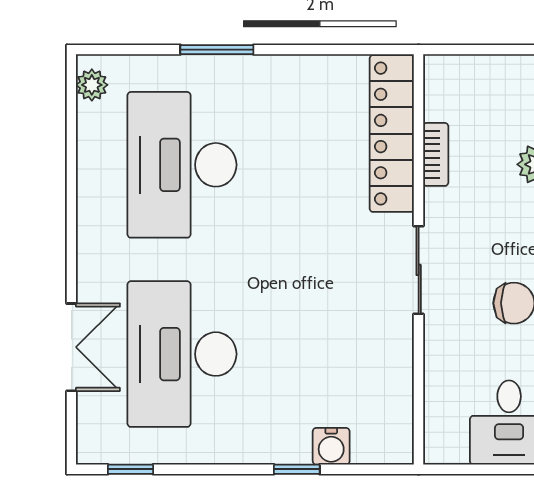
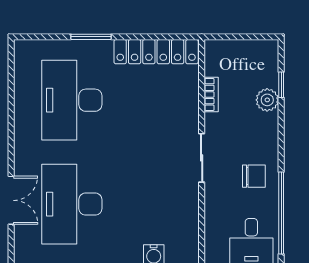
plant: (92, 85) -> (22, 56), removed
locker: (392, 134) -> (156, 52), moved, turned -90

